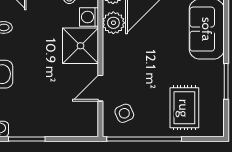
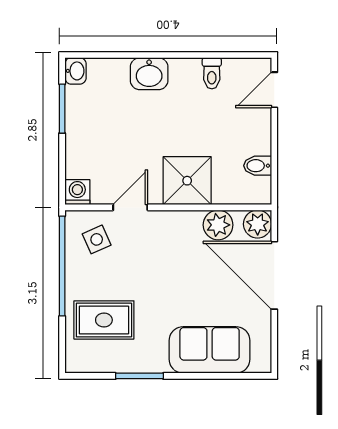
washing machine: (89, 17) -> (77, 192), moved
door: (100, 88) -> (130, 207), hinge flipped

